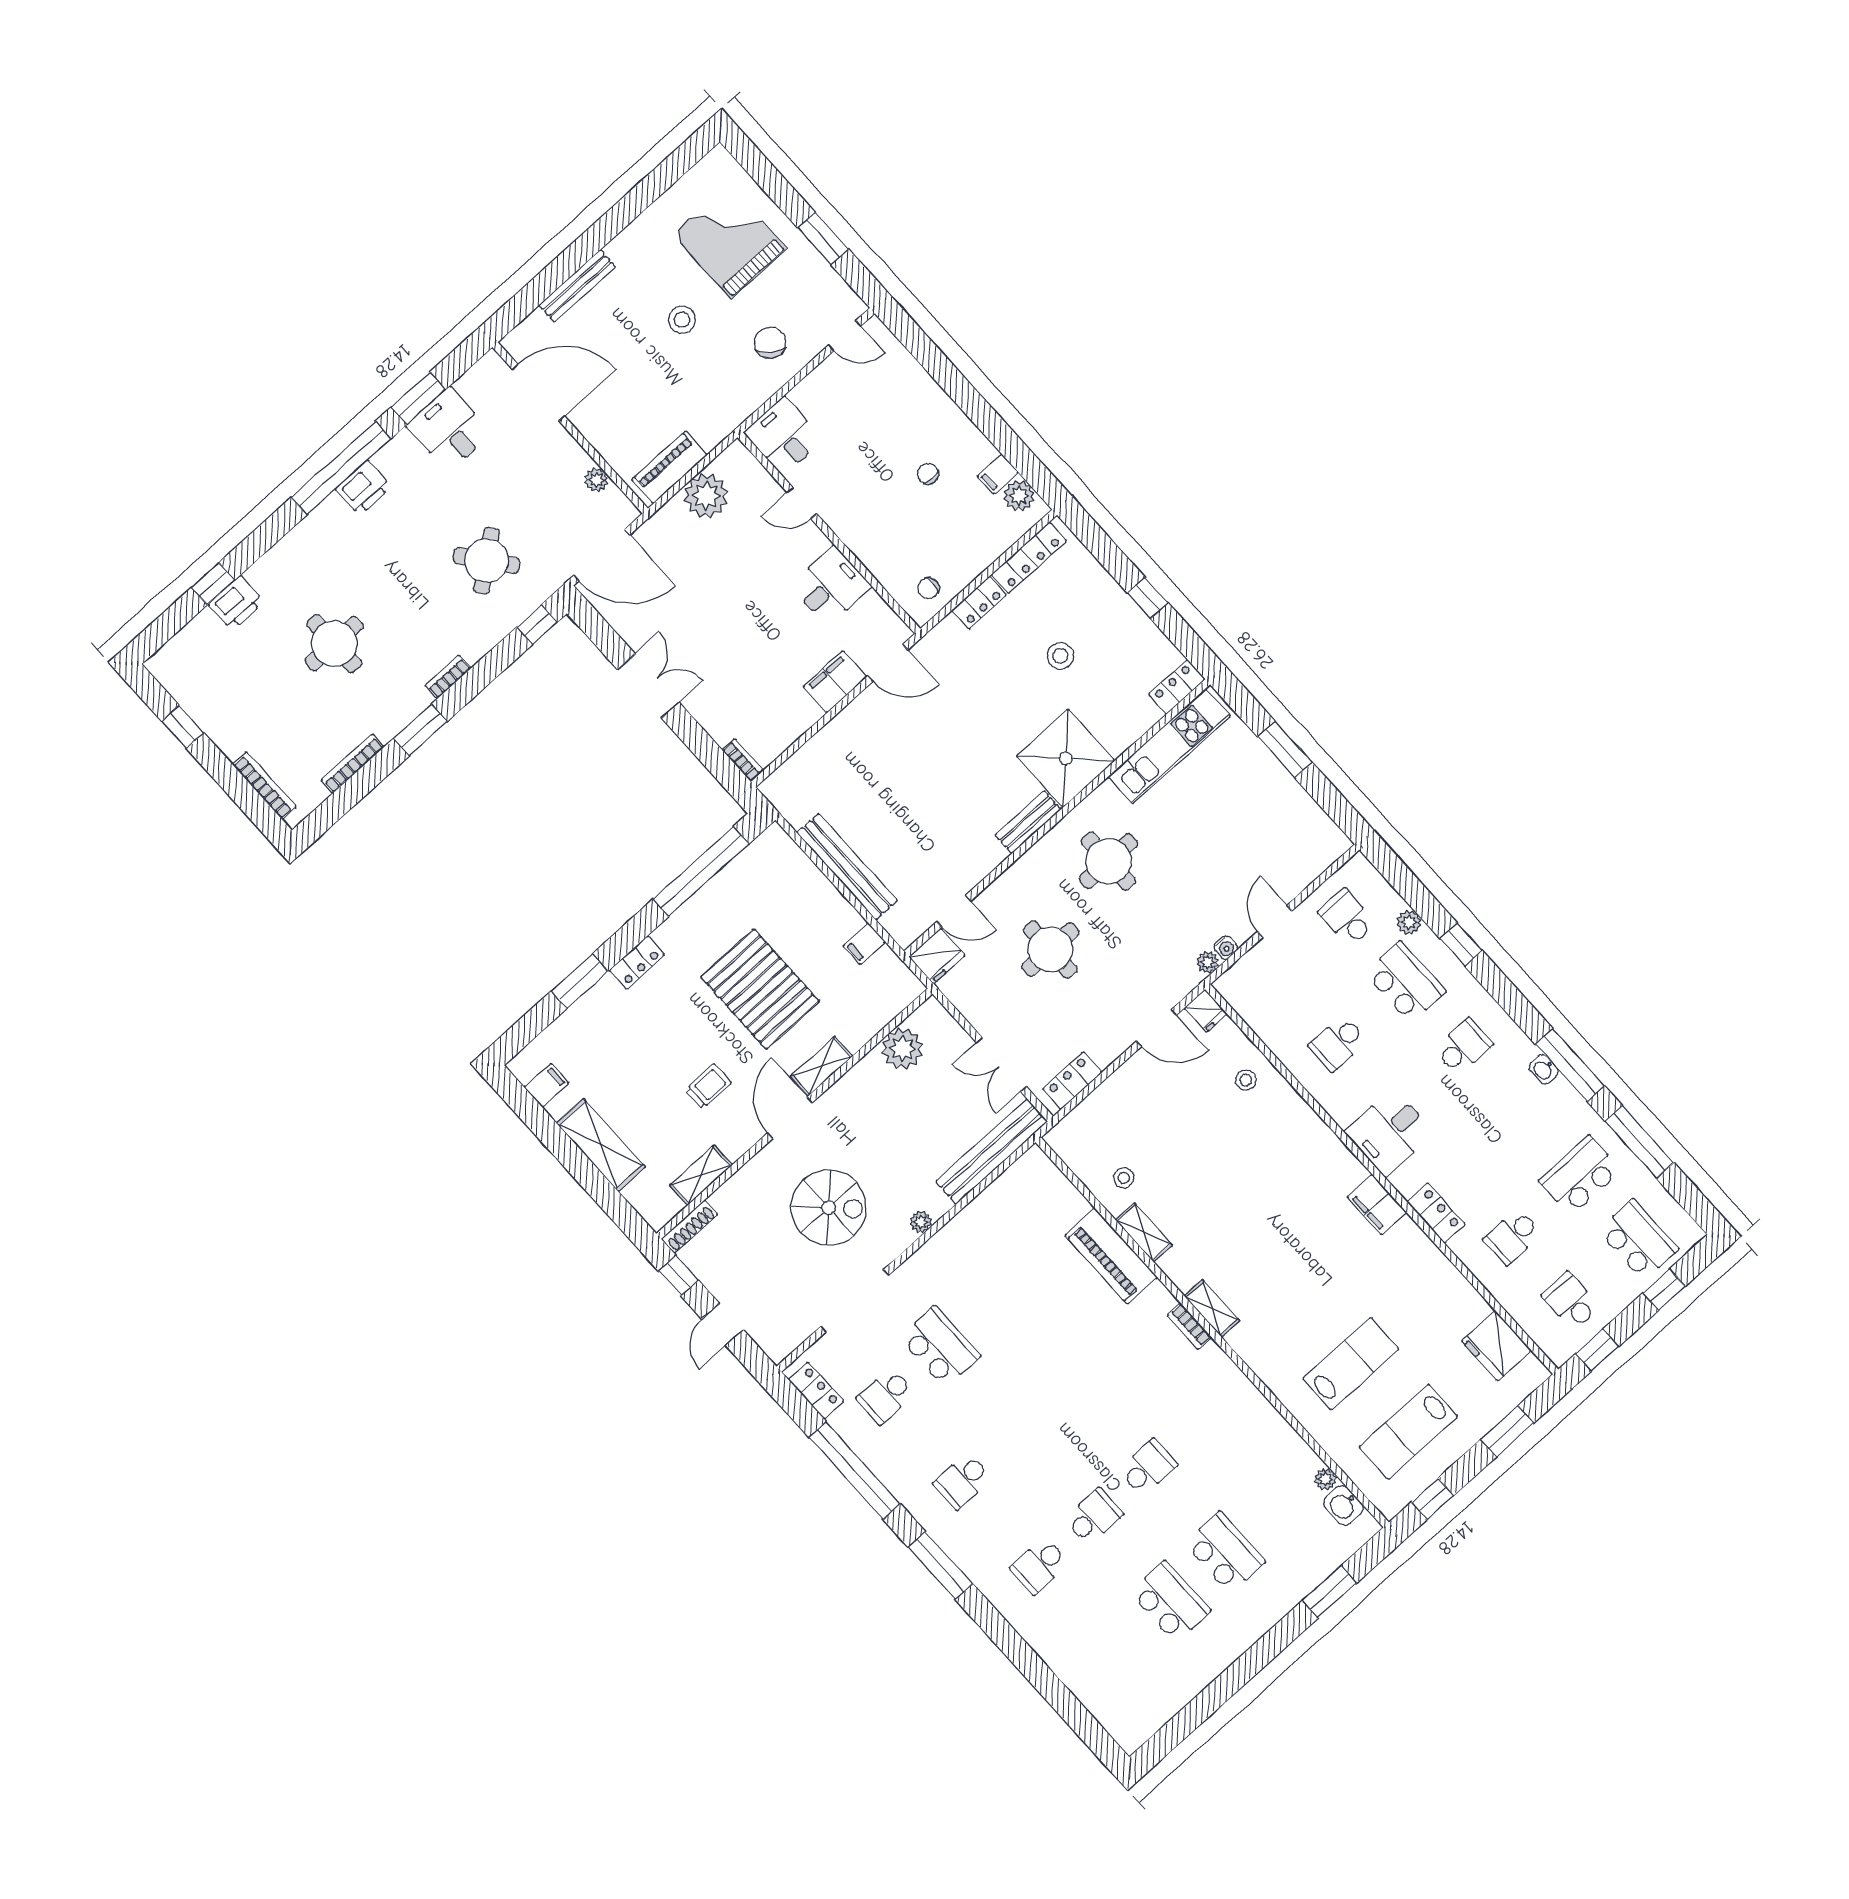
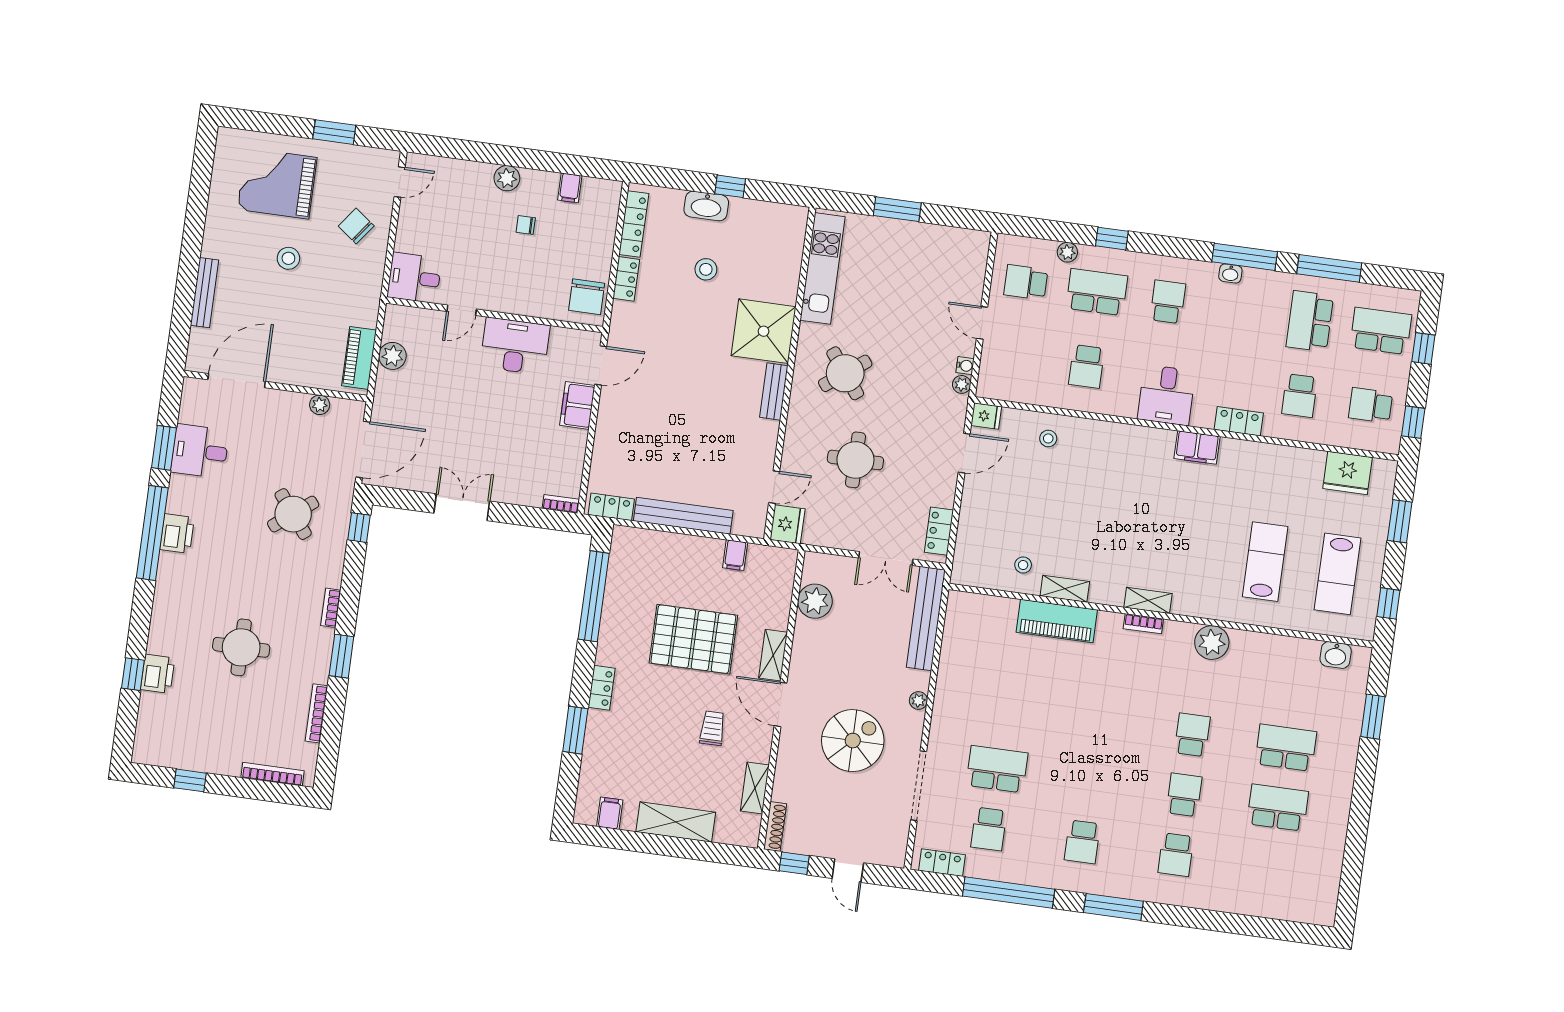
plant: (706, 496) -> (392, 356), width x0.73, depth x0.73
plant: (1019, 496) -> (507, 178), moved
desk: (831, 586) -> (515, 346), width x1.37
chair: (928, 588) -> (587, 297), width x1.87, depth x1.87
washbasin: (1110, 597) -> (706, 206), added
locker: (1177, 687) -> (611, 507), moved, turned 90
round table: (1108, 861) -> (845, 373), turned -37
plant: (1325, 1479) -> (1212, 643), moved, width x1.87, depth x1.87

